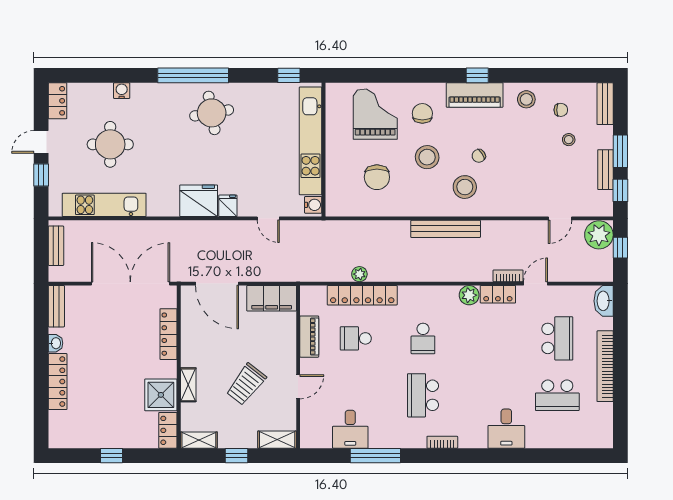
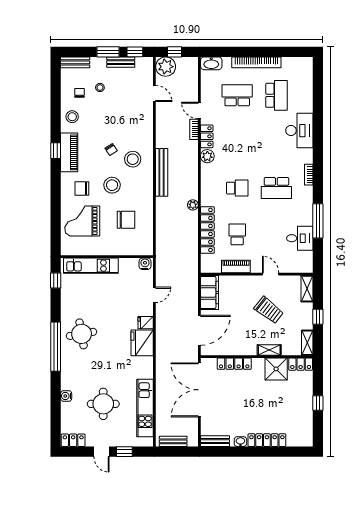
kitchen unit: (311, 141) -> (91, 266), width x0.73
plant: (359, 274) -> (193, 205), moved
school desk: (356, 338) -> (237, 234), turned 180
desk: (506, 429) -> (299, 131), width x1.37

